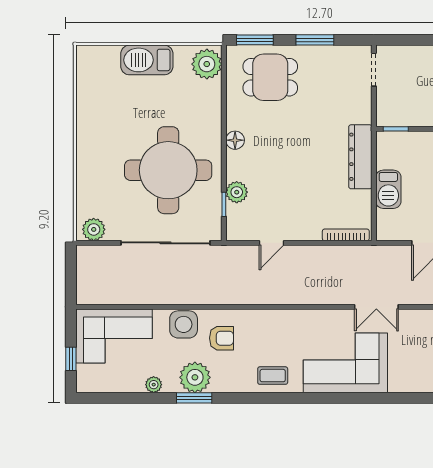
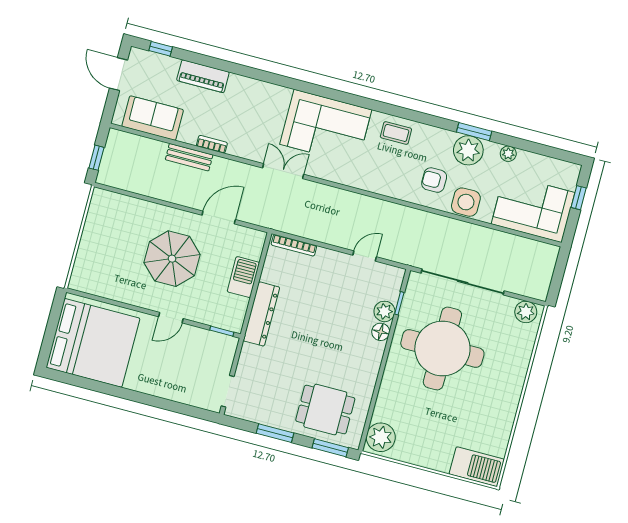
barbecue: (147, 60) -> (477, 467), moved
floor lamp: (235, 140) -> (381, 332), moved

